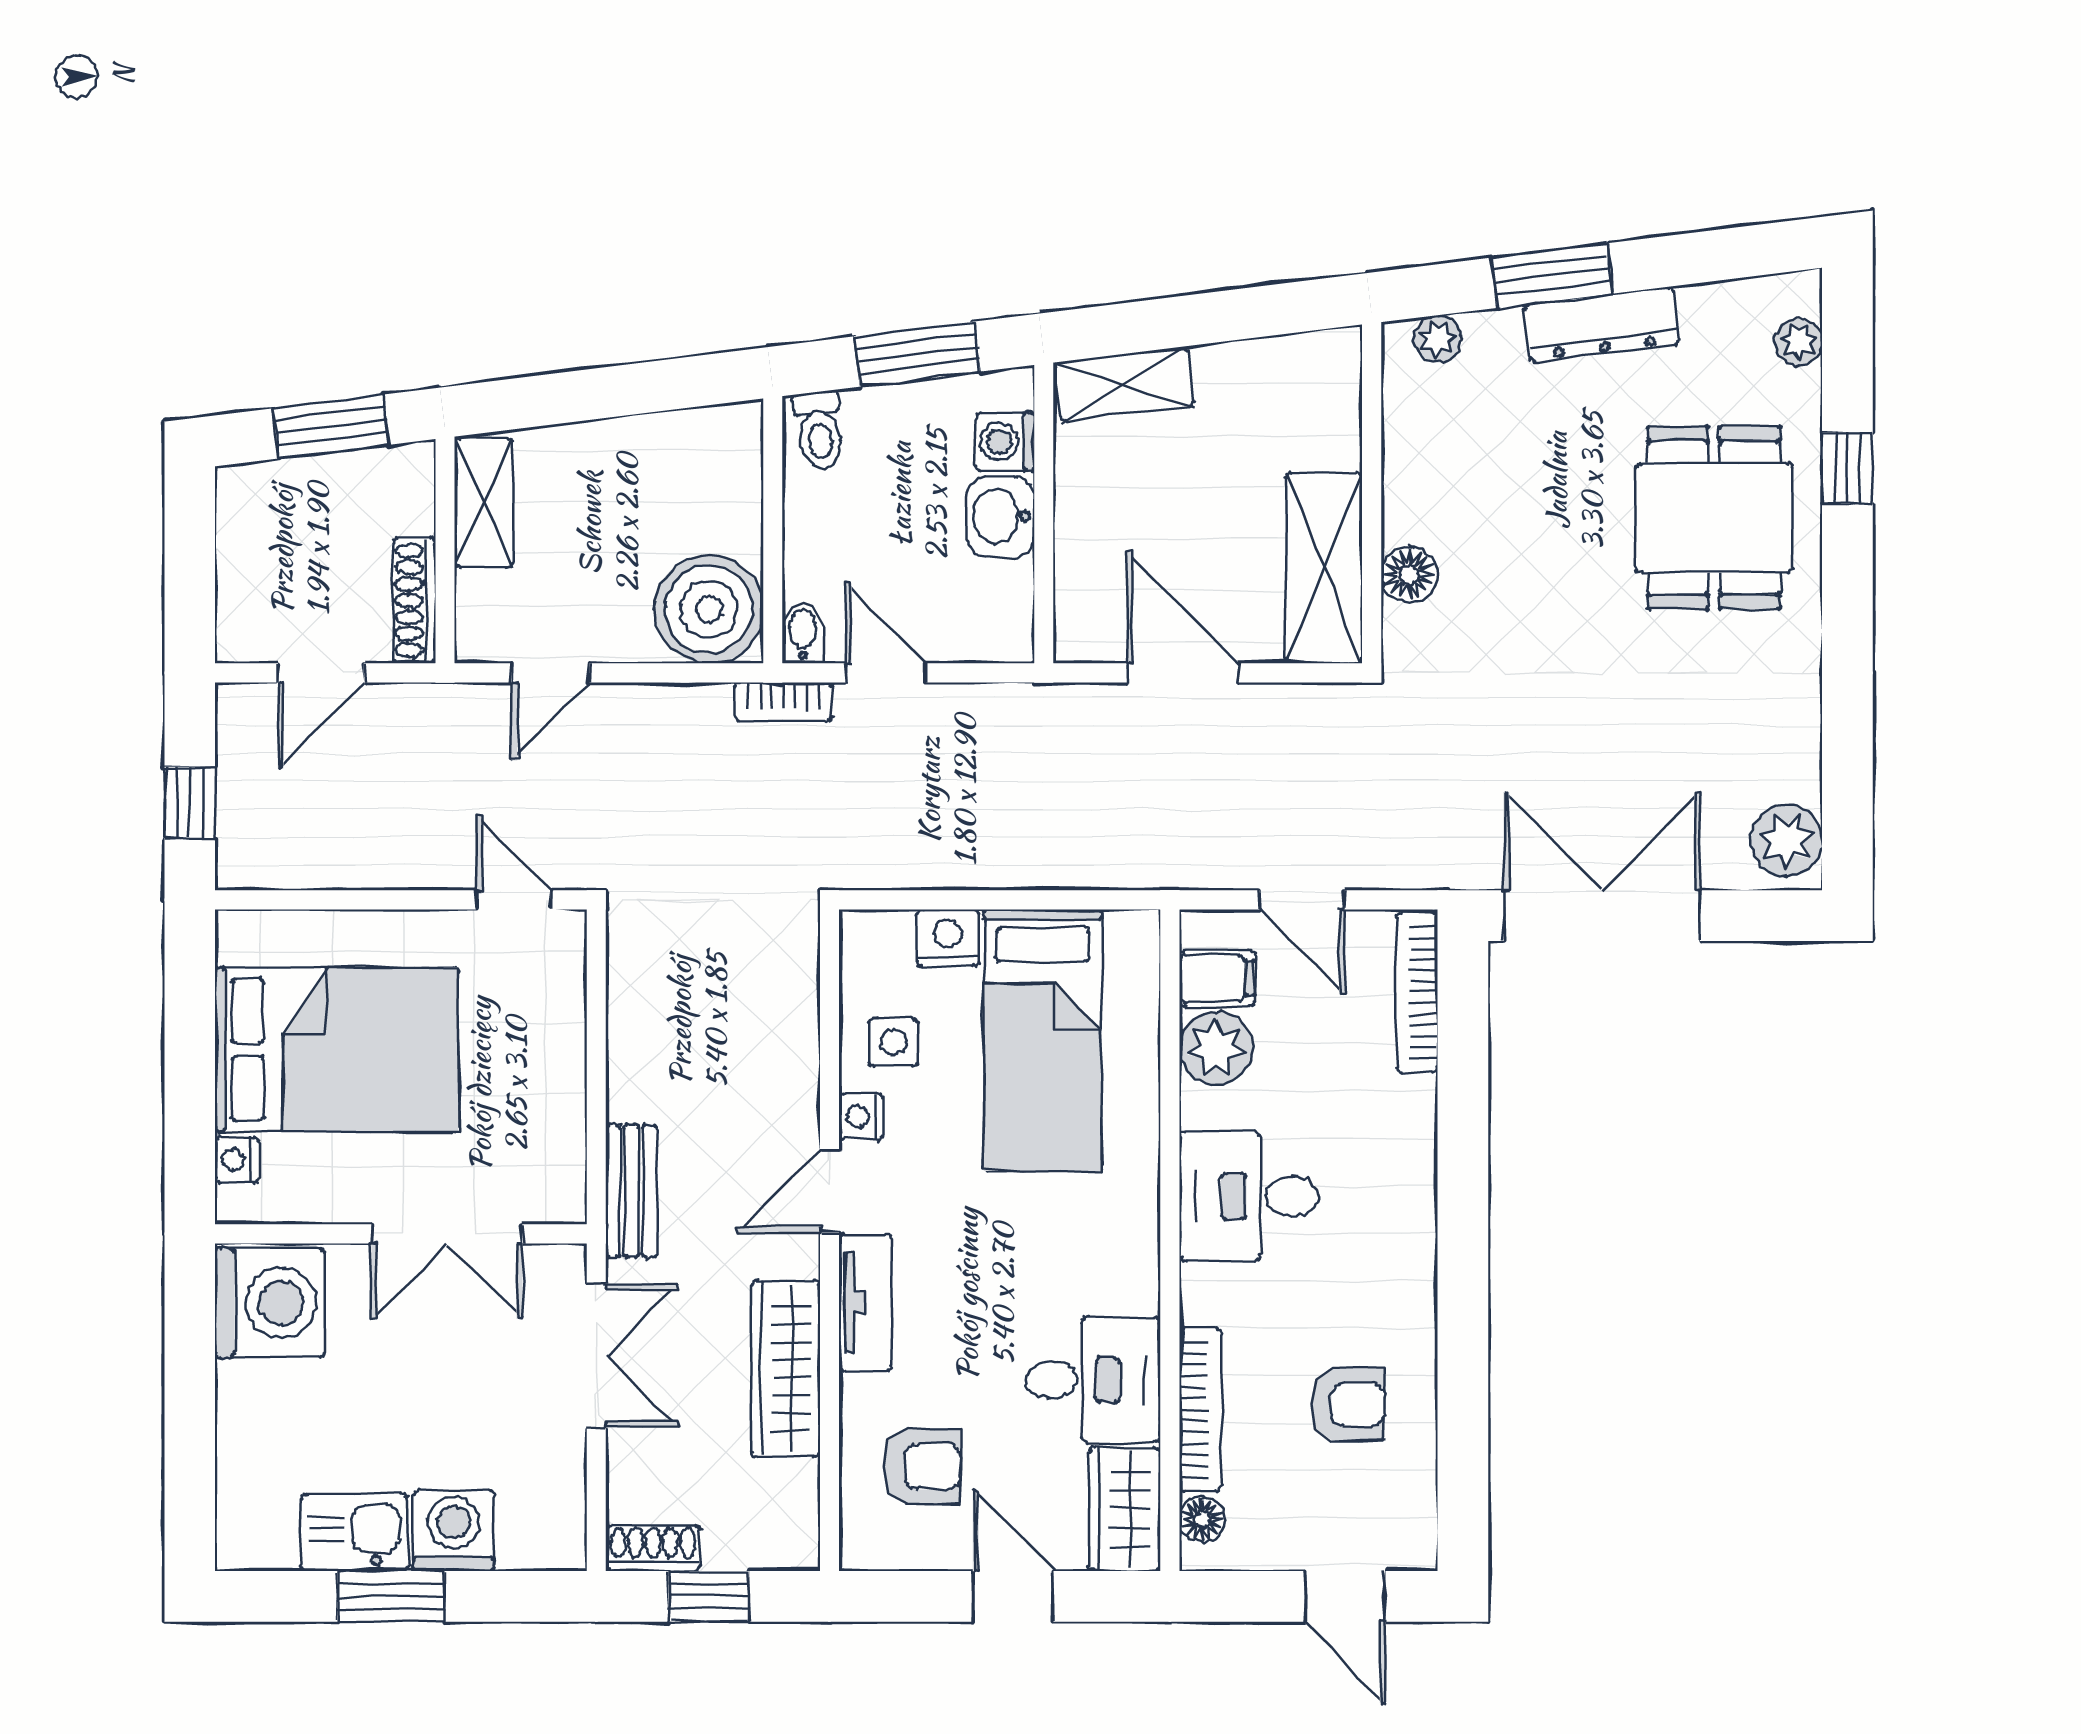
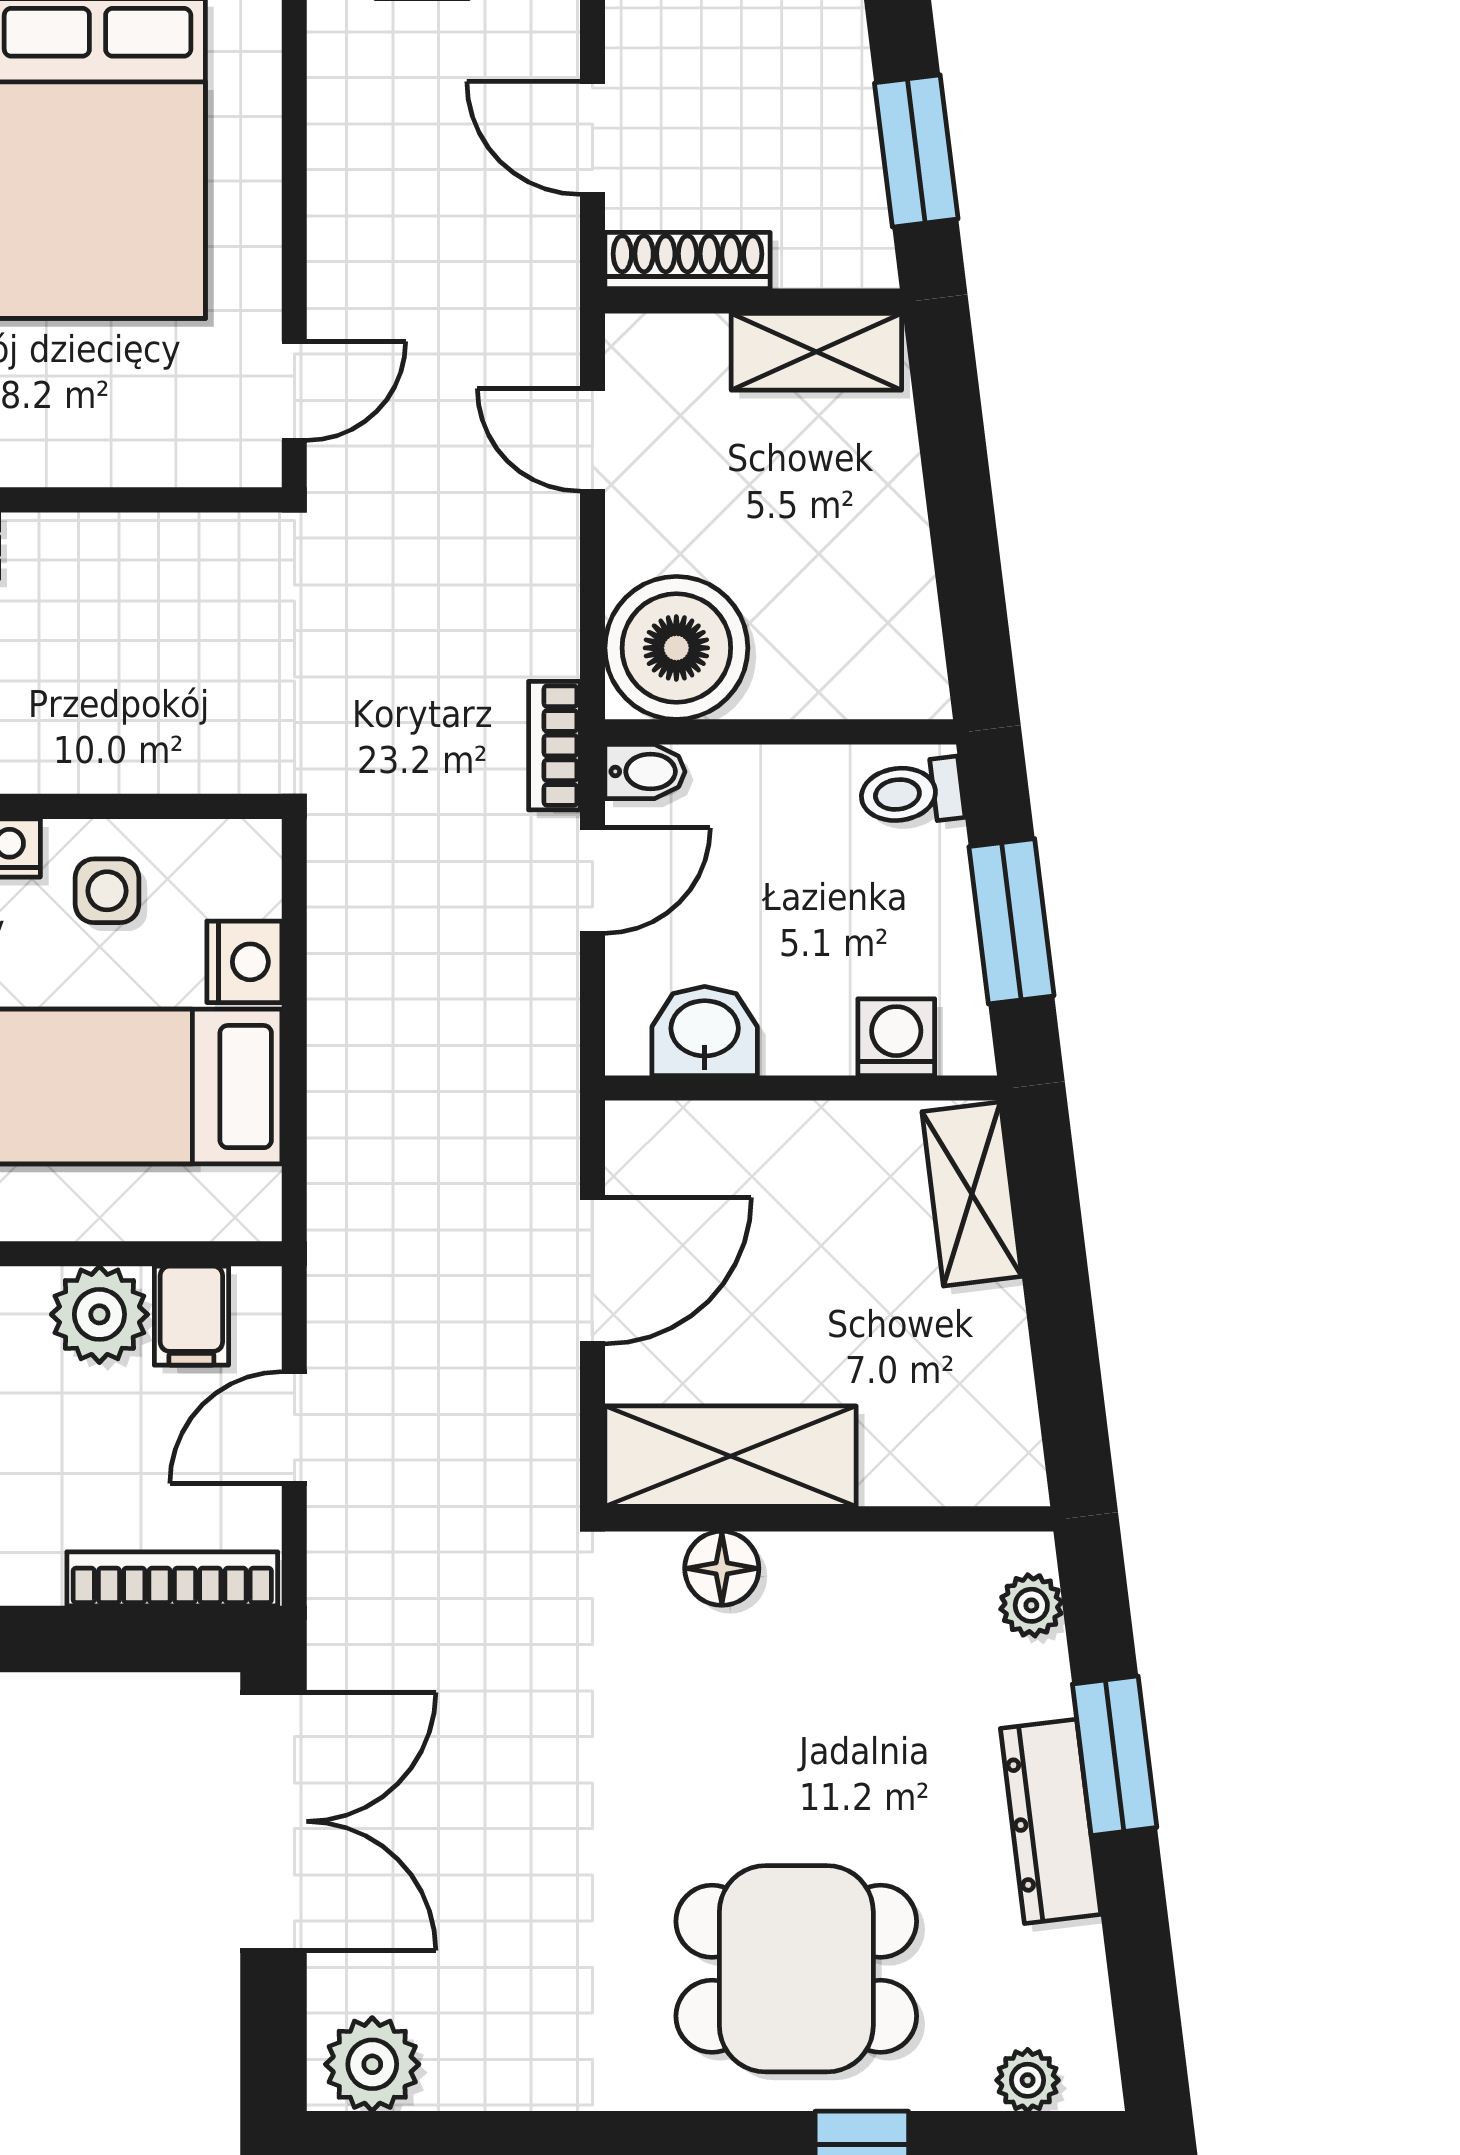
washbasin: (1000, 516) -> (705, 1031), moved

